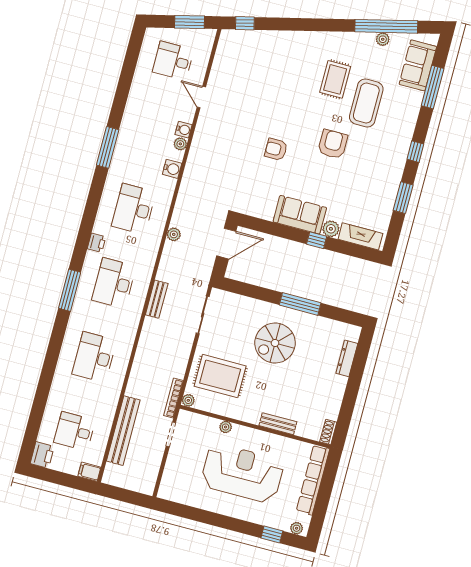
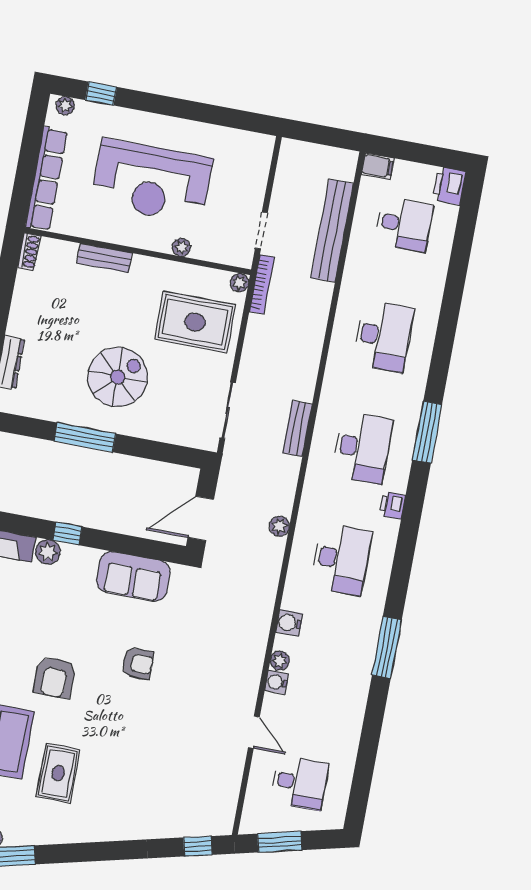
sofa: (300, 215) -> (133, 576), moved

